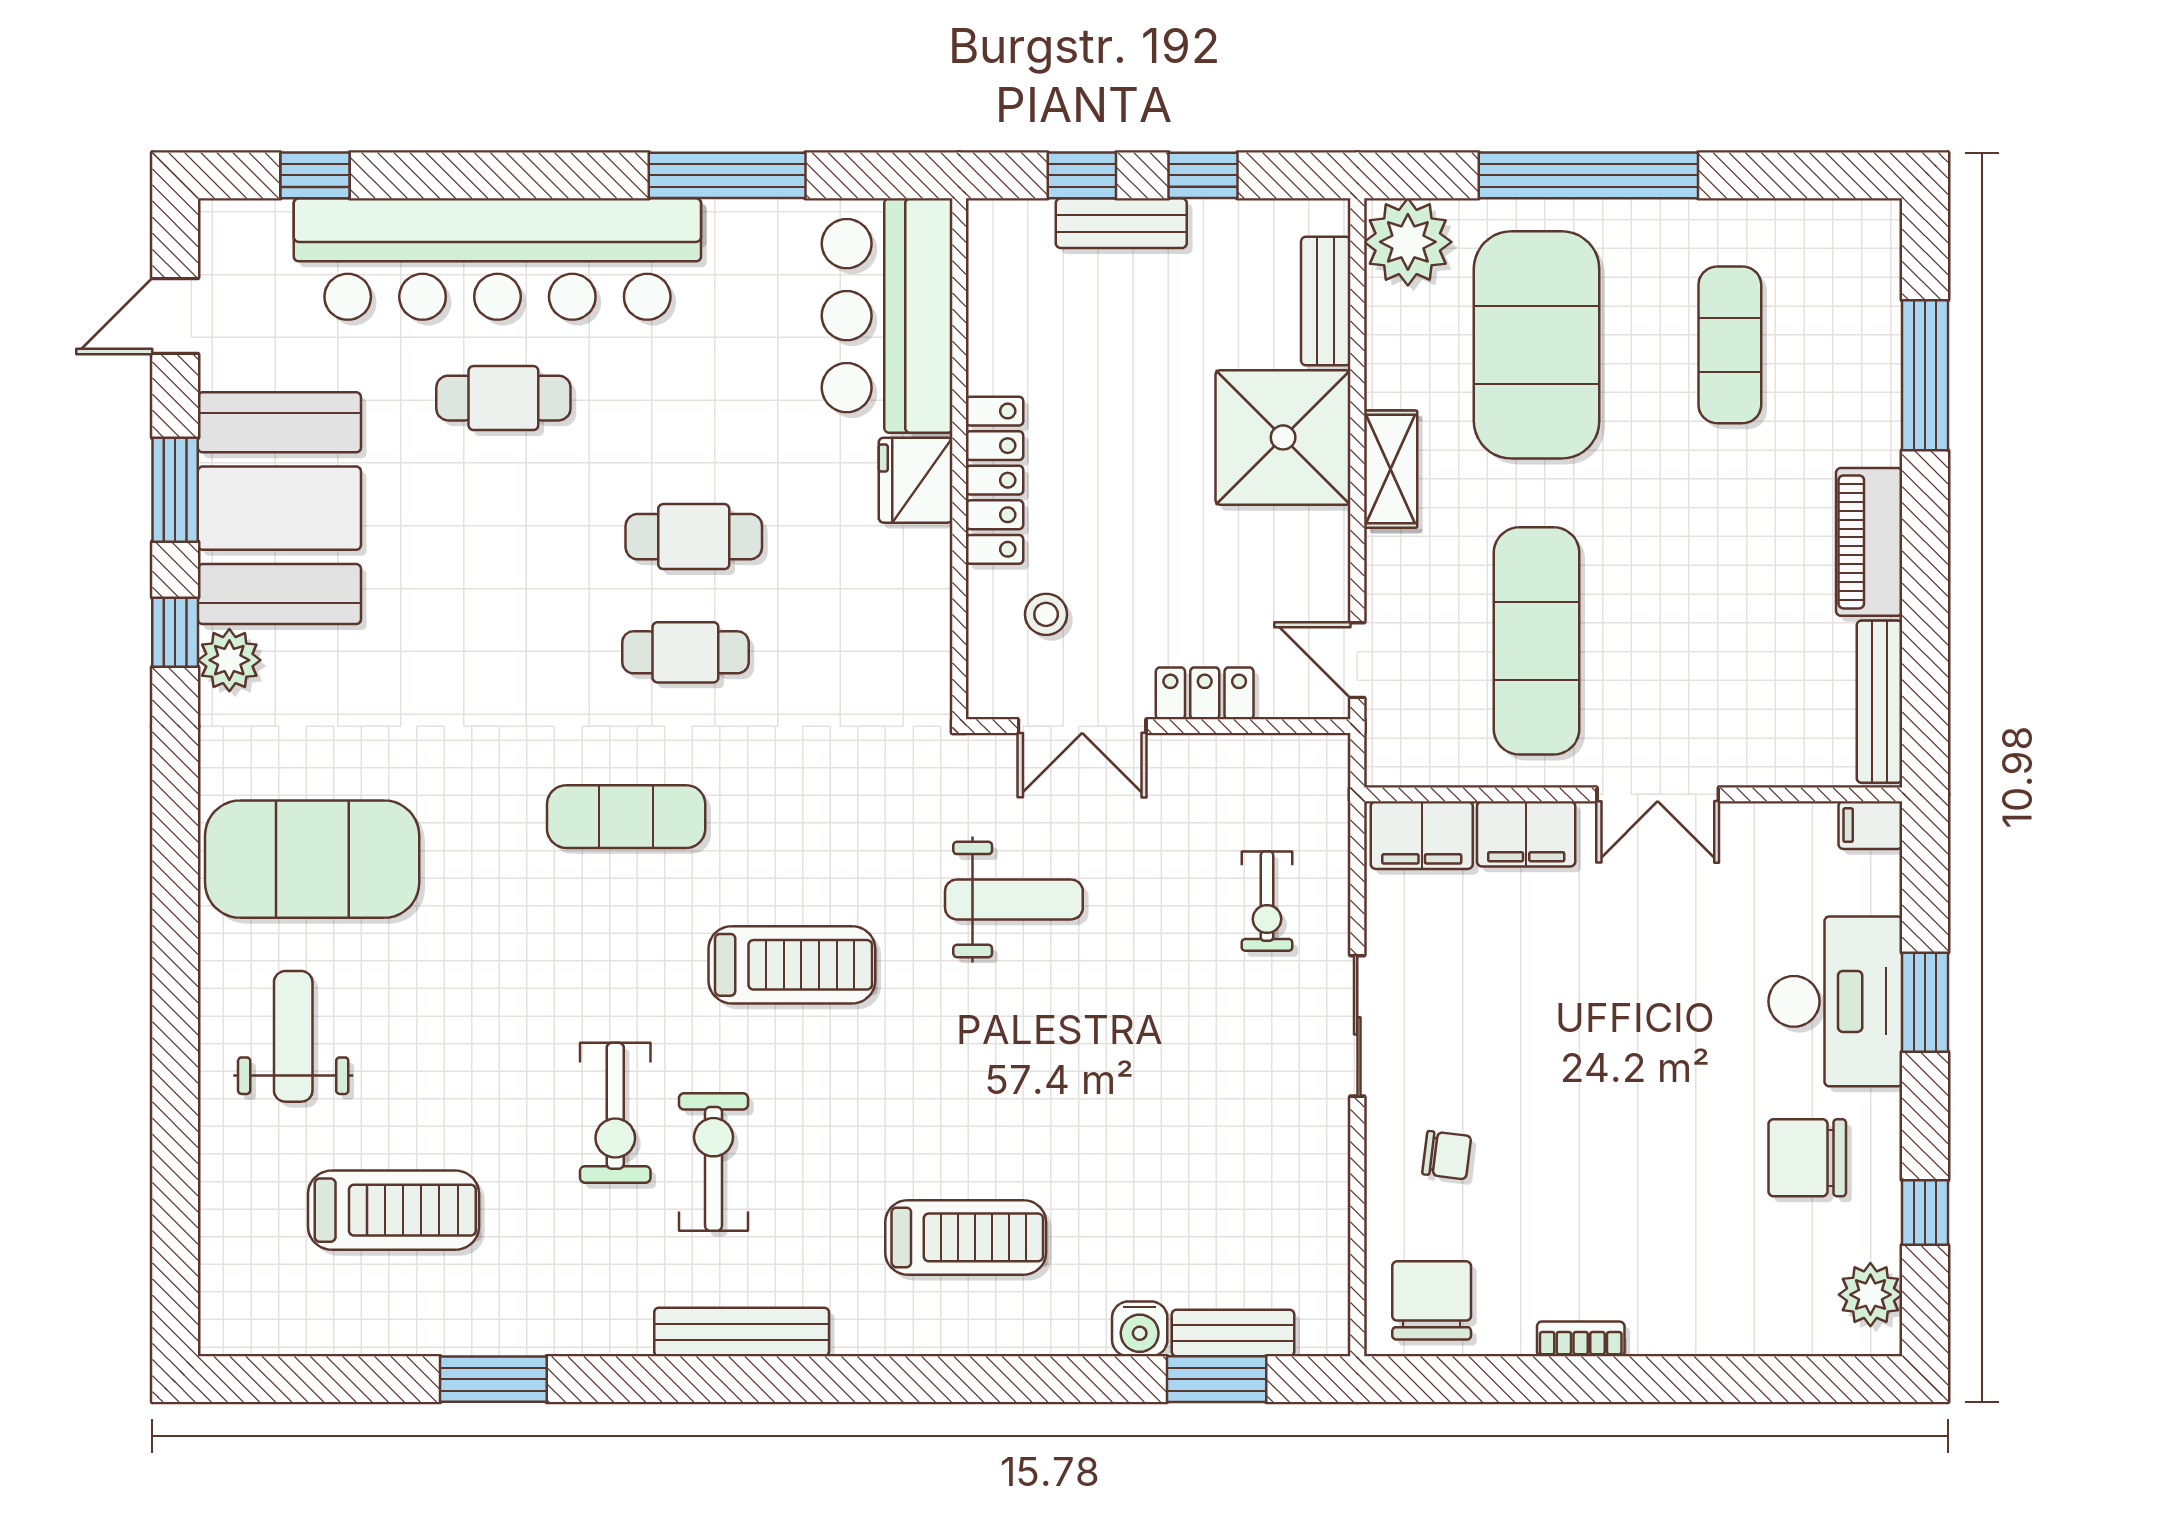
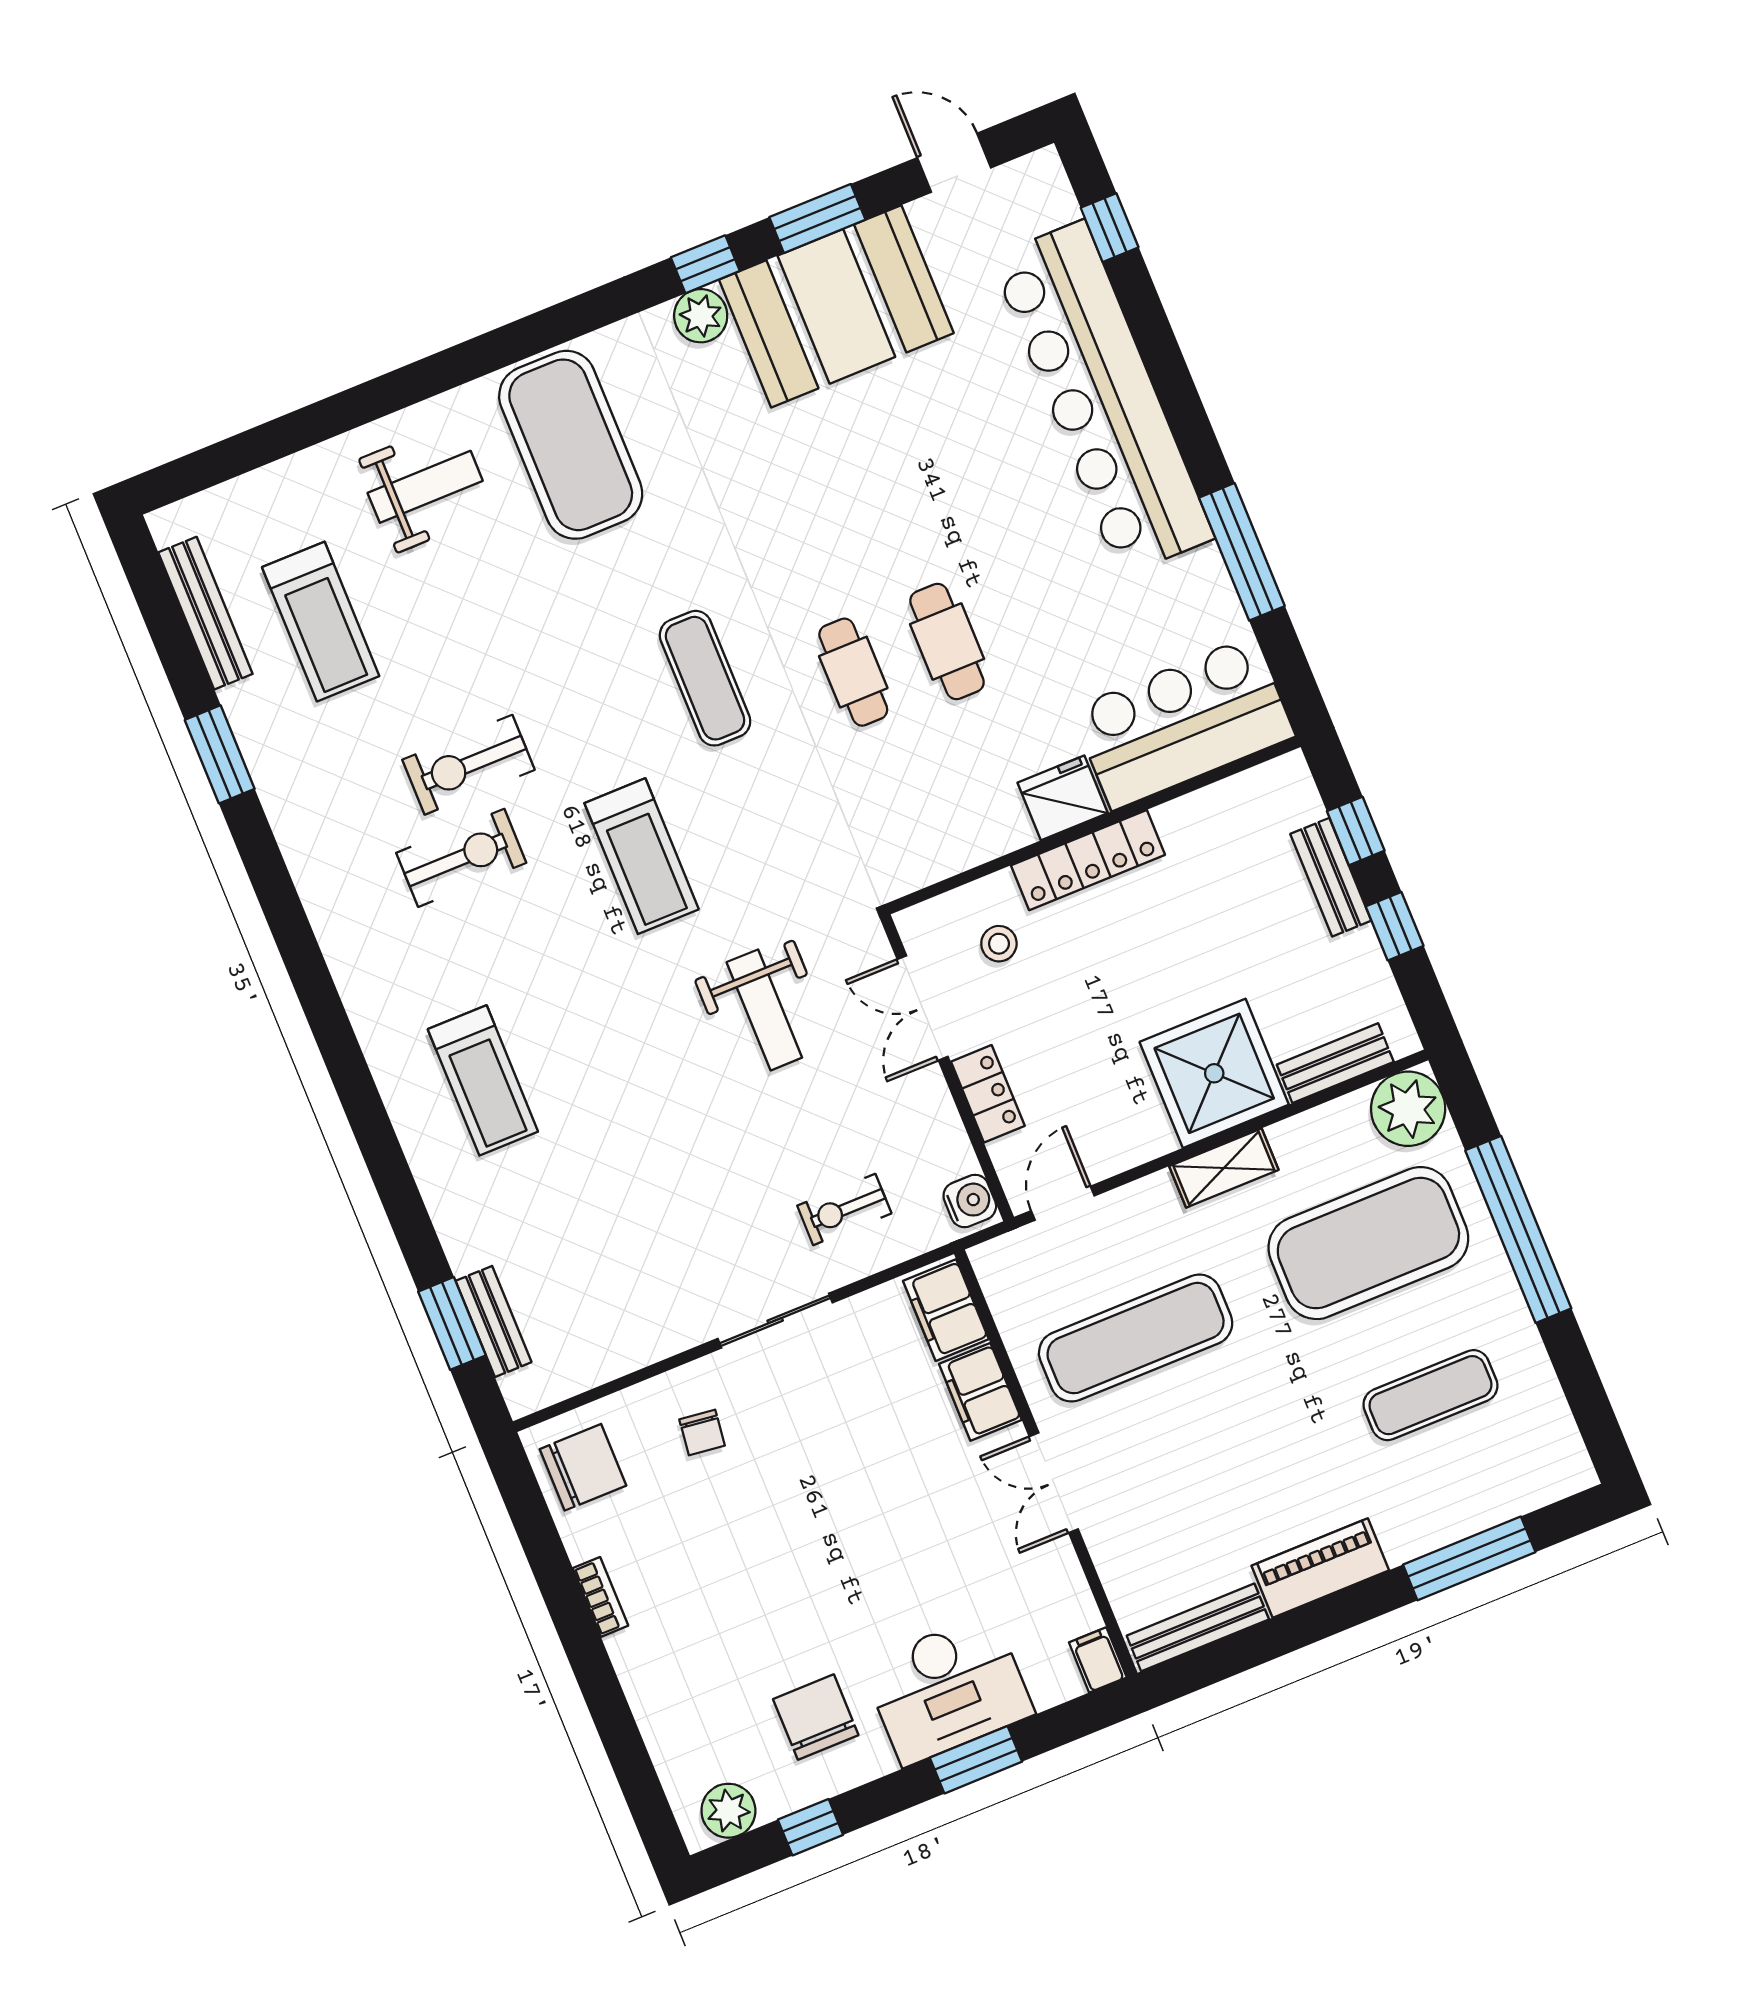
cafe table: (503, 398) -> (995, 447), removed
water cooler: (1140, 1329) -> (970, 1201), moved, turned 180
bench: (742, 1332) -> (205, 613), moved

